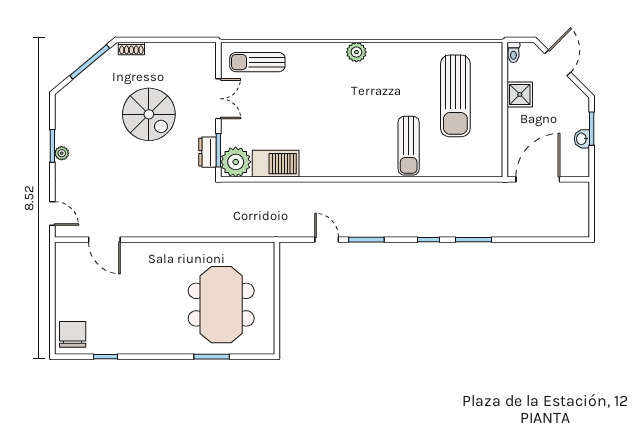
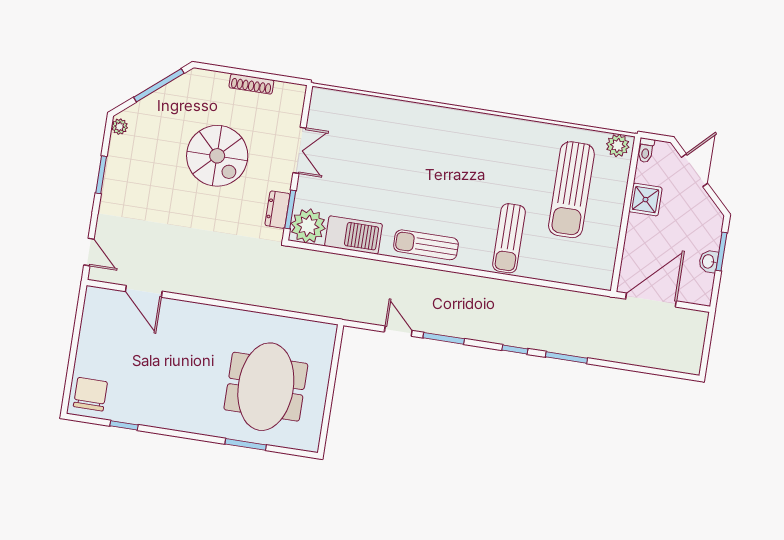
shoe rack: (131, 48) -> (251, 84), moved, width x1.43
plant: (356, 52) -> (618, 146), moved
sun lounger: (257, 62) -> (426, 245), moved
plant: (62, 153) -> (120, 127), moved

